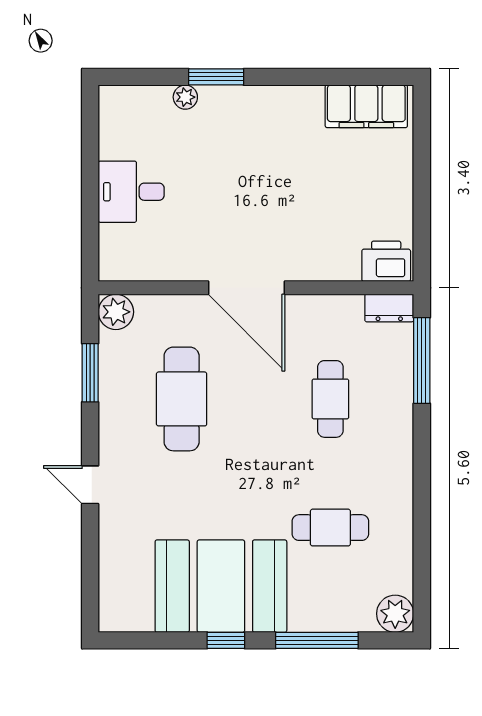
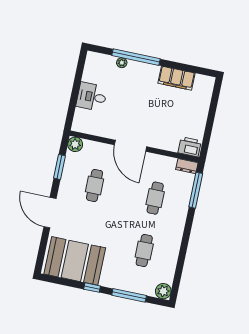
window: (216, 77) -> (136, 57), width x2.11
filing cabinet: (366, 106) -> (177, 78), moved
cafe table: (182, 399) -> (95, 185), width x0.73, depth x0.74
door: (90, 485) -> (50, 213), width x1.88
cafe table: (330, 528) -> (144, 251), turned 90
booth: (221, 586) -> (75, 261), moved

